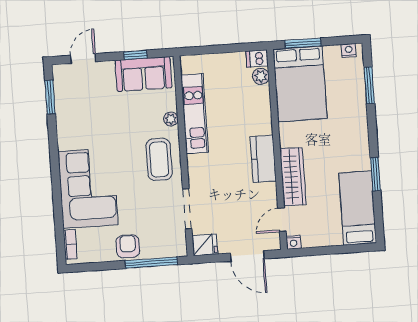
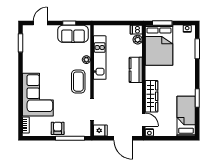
kitchen counter: (263, 159) -> (136, 70), moved
door: (282, 220) -> (144, 120), swing flipped

